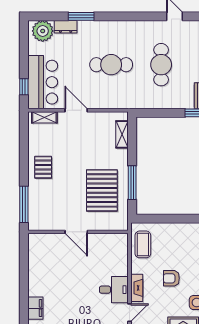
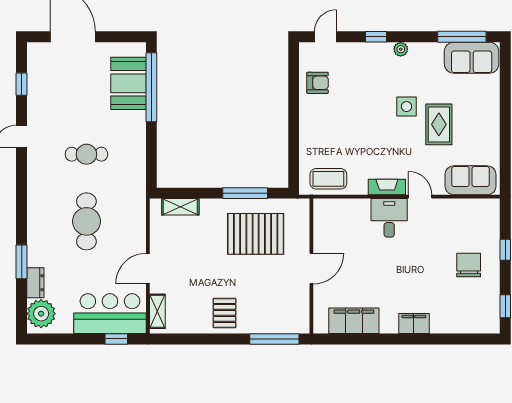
cafe table: (161, 65) -> (86, 154), width x0.73, depth x0.74
pallet: (43, 167) -> (224, 313), turned 90
filing cabinet: (37, 263) -> (354, 321), added
armchair: (171, 278) -> (374, 140), removed

